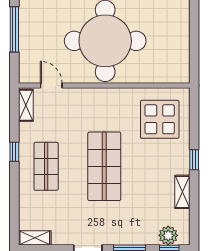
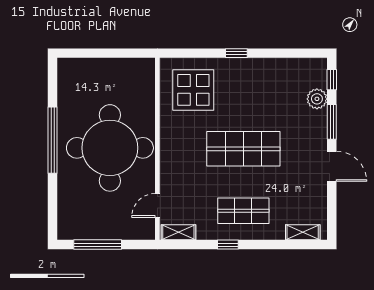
shelving: (182, 192) -> (271, 66), removed
plant: (168, 235) -> (317, 99), moved
shelving: (35, 238) -> (303, 232), moved, turned 90

